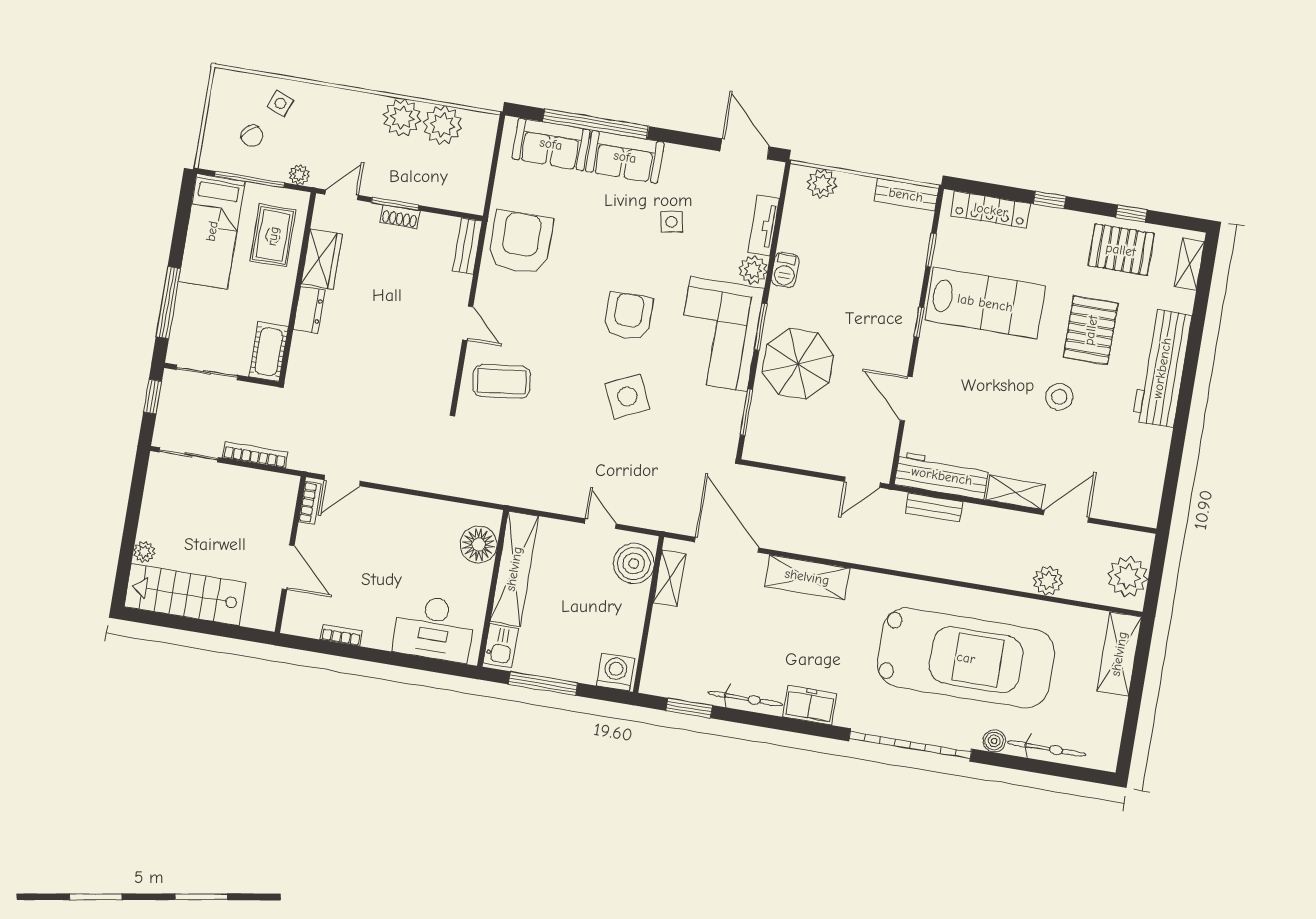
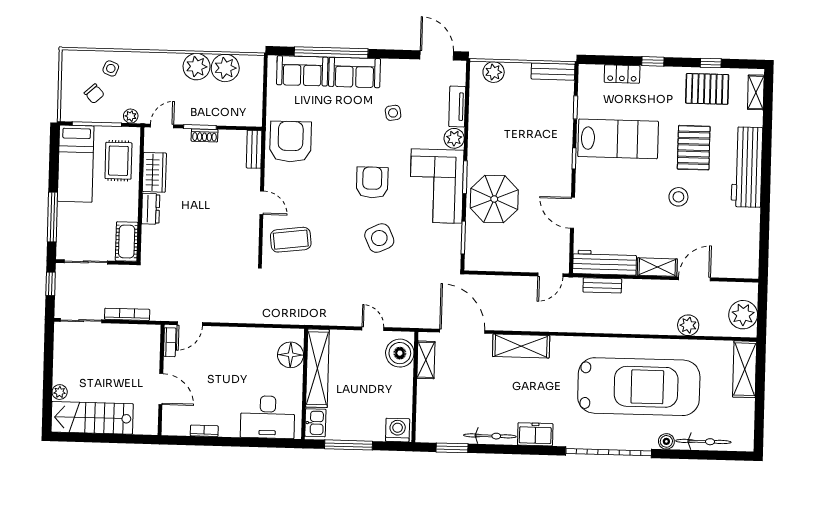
locker: (991, 210) -> (622, 74), width x0.66
barbecue: (785, 270) -> (476, 135), removed

